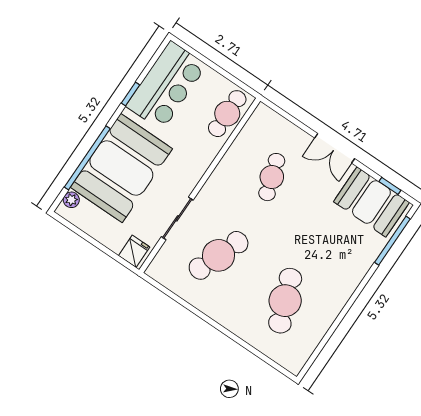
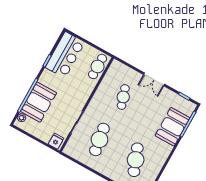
booth: (121, 168) -> (39, 102), width x0.73, depth x0.70
booth: (371, 202) -> (172, 127), moved, turned 90
cafe table: (219, 255) -> (99, 140), turned -30

